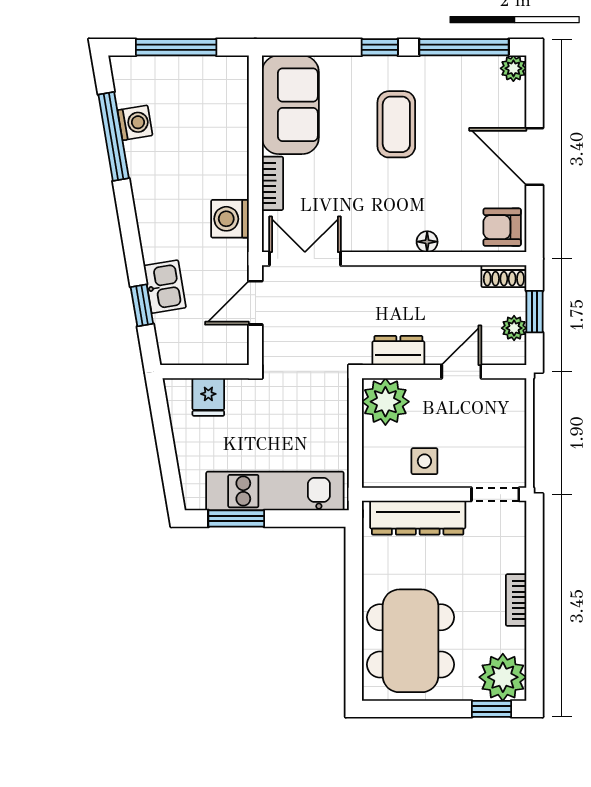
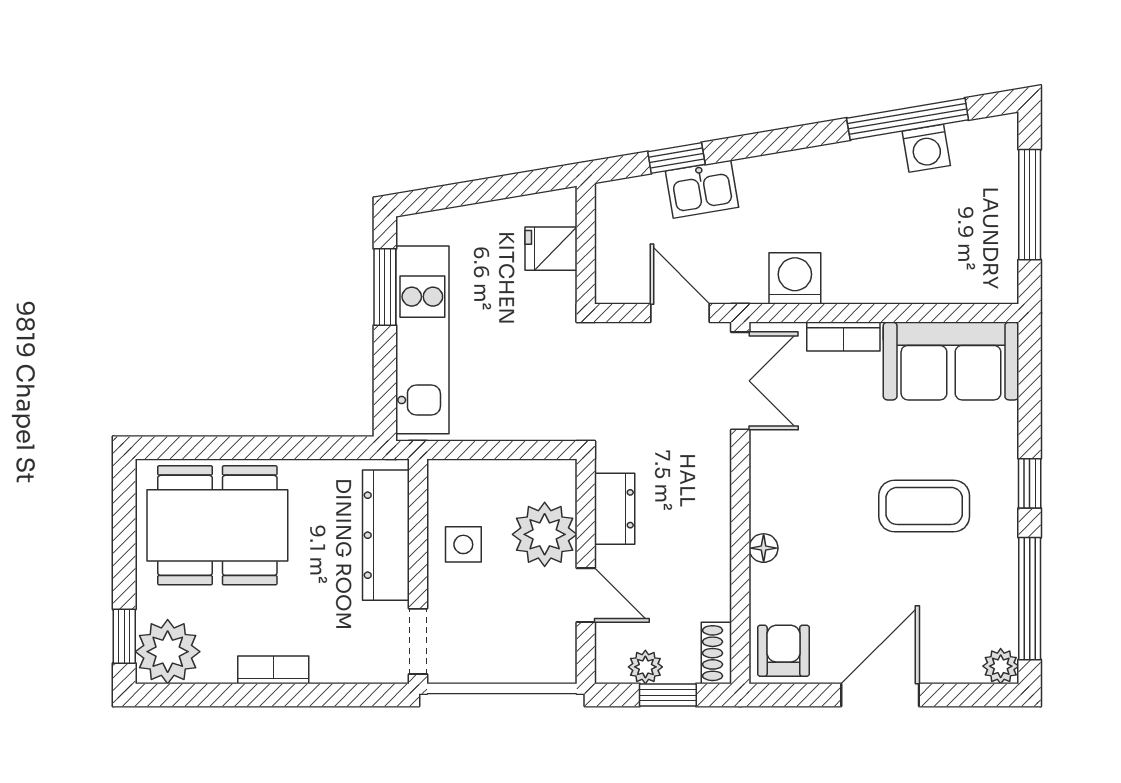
plant: (385, 402) -> (545, 534), moved

